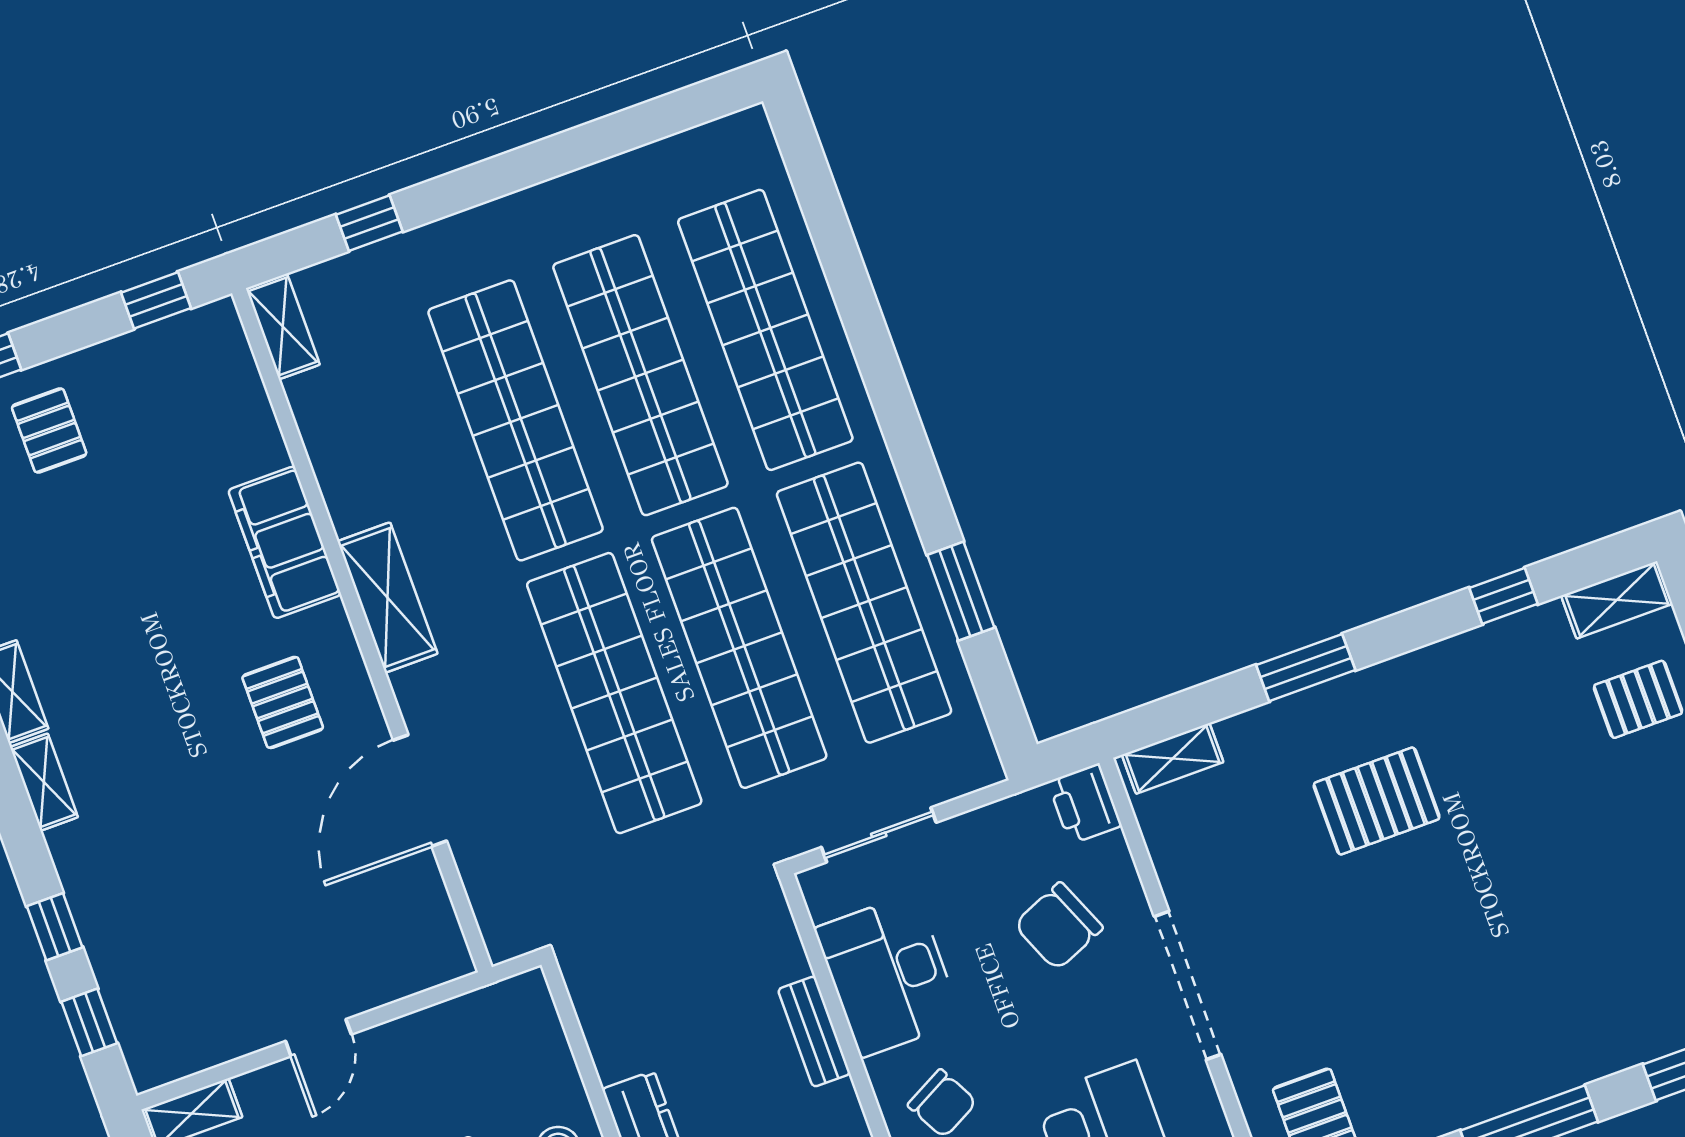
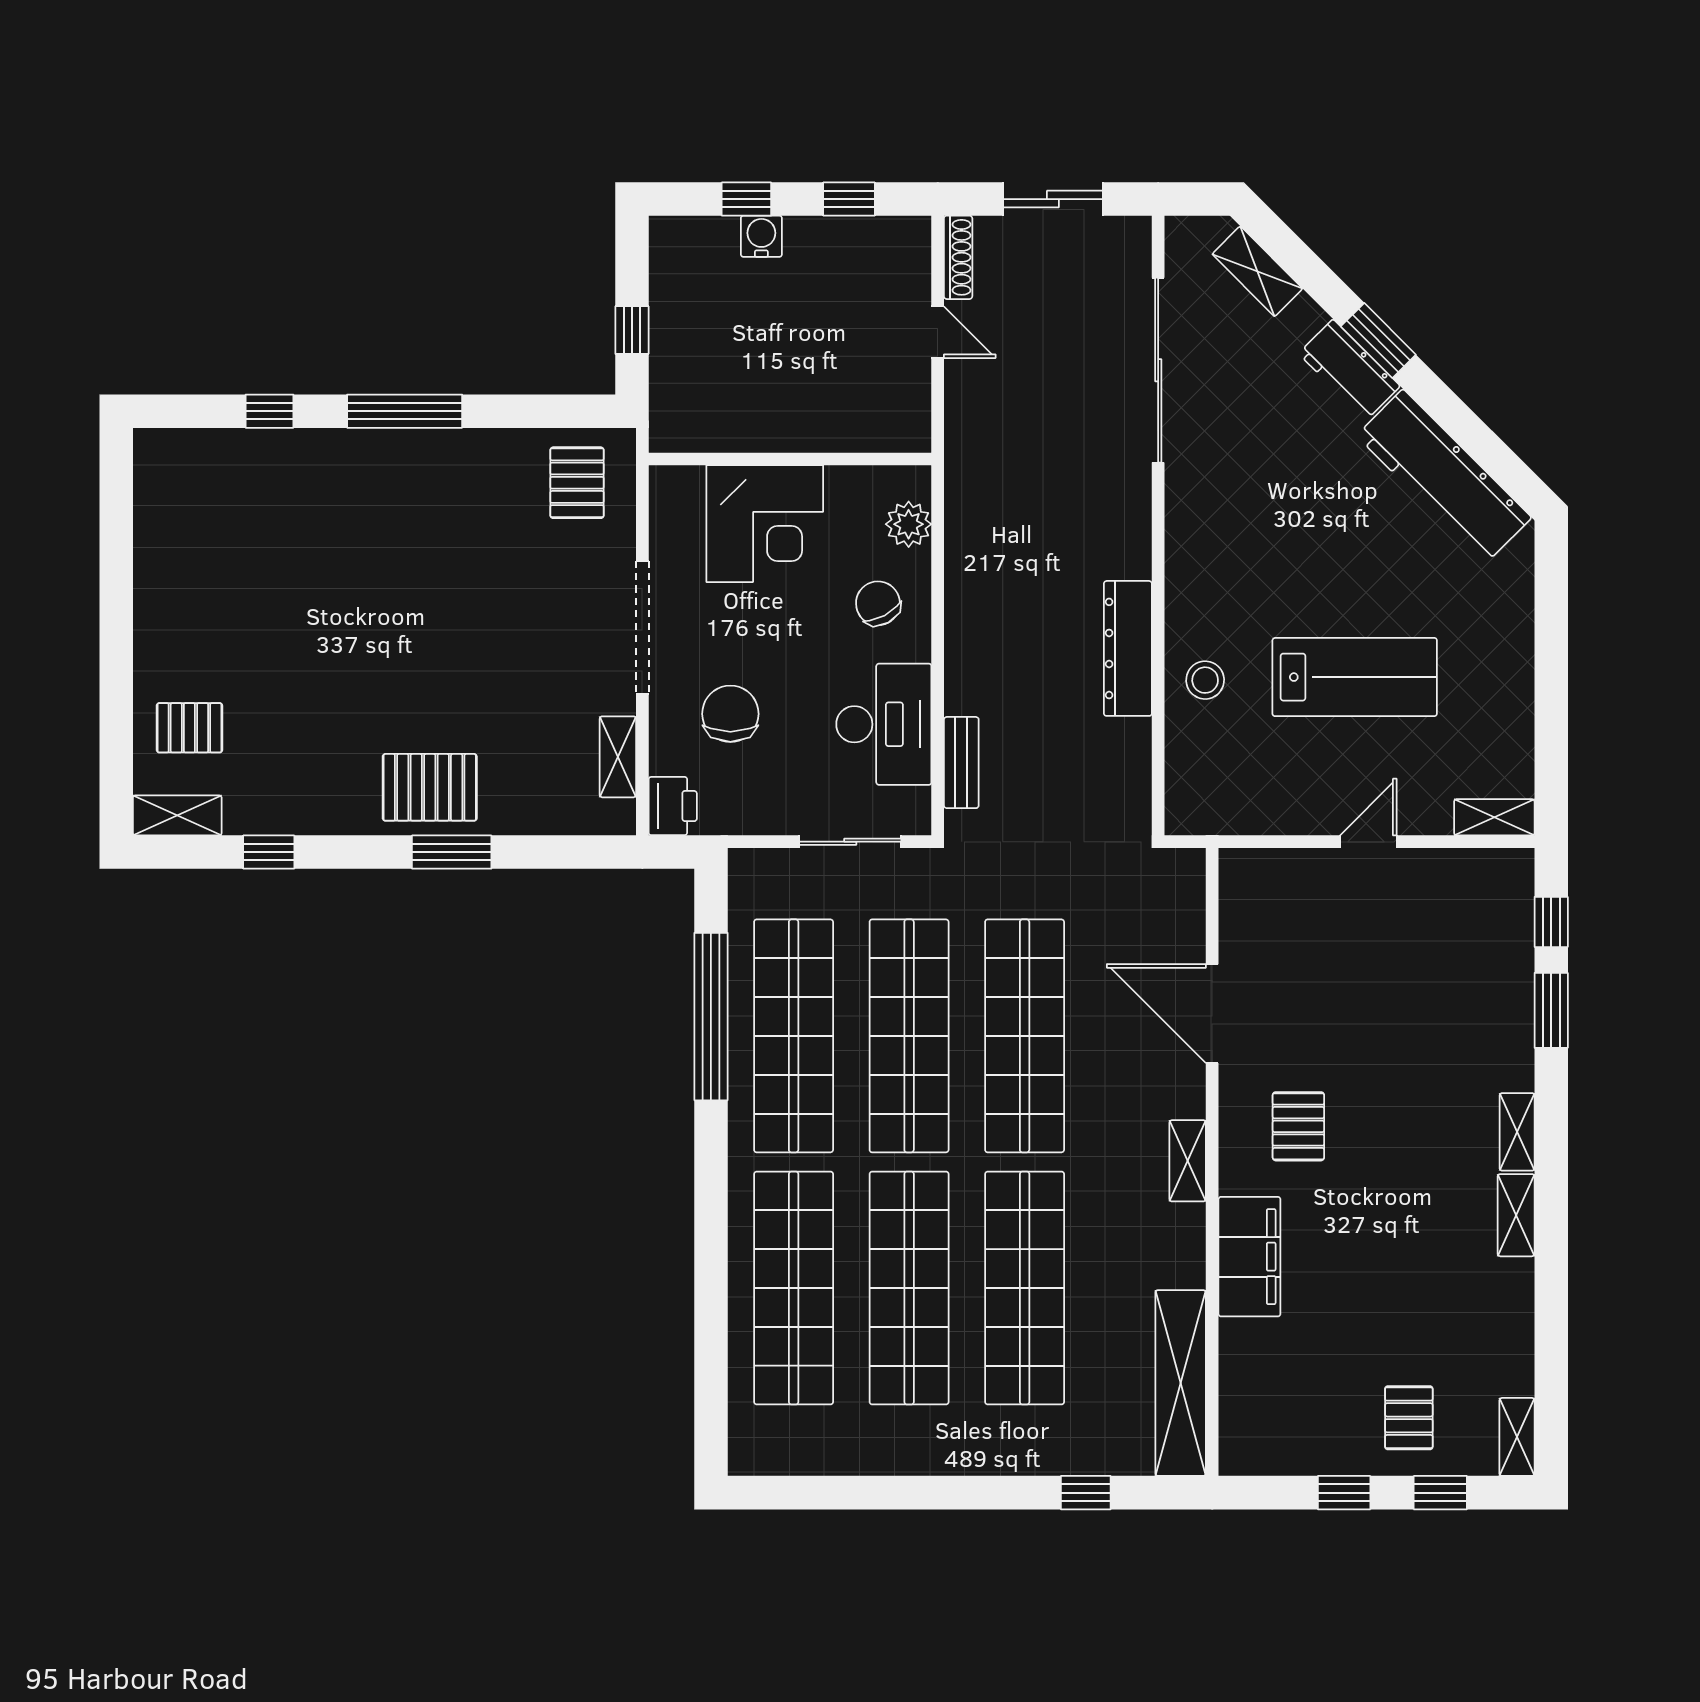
window: (156, 300) -> (1344, 1493), moved
shelving: (283, 326) -> (1181, 1383), width x2.20, depth x1.33
window: (961, 591) -> (711, 1017), width x2.11
shelving: (388, 597) -> (1188, 1161), width x0.67, depth x0.75
shelving: (1173, 758) -> (618, 757), moved, turned 90
door: (420, 791) -> (1212, 1014), swing flipped
pallet: (1377, 801) -> (430, 787), moved
chair: (1058, 926) -> (730, 714), turned -67
window: (55, 927) -> (1551, 1010), width x1.50
bench: (814, 1032) -> (961, 763), moved

